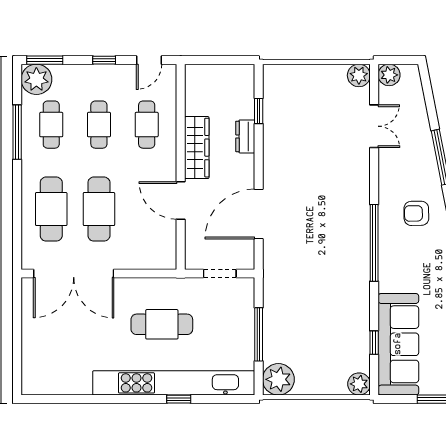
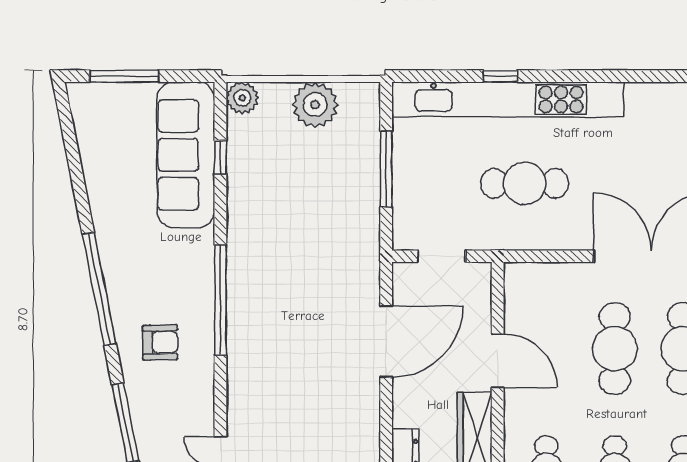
plant: (278, 379) -> (315, 105), moved

